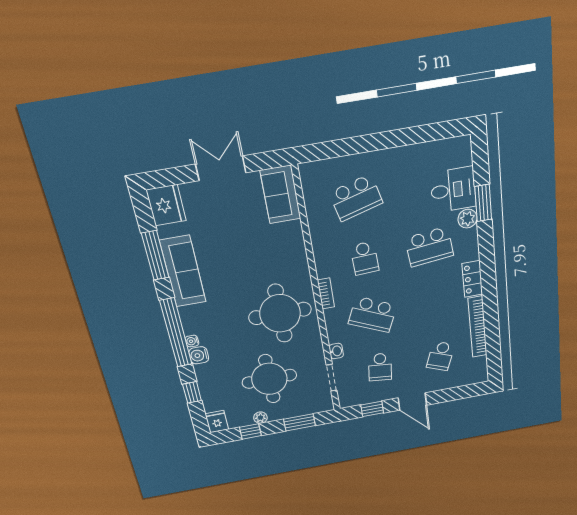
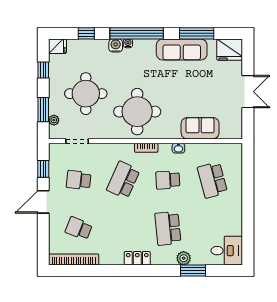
desk: (453, 190) -> (227, 251), moved, turned -90
sofa: (281, 195) -> (200, 128), moved
bookcase: (478, 327) -> (74, 259), moved
washbasin: (336, 351) -> (178, 148), moved
plant: (260, 418) -> (54, 120), moved

